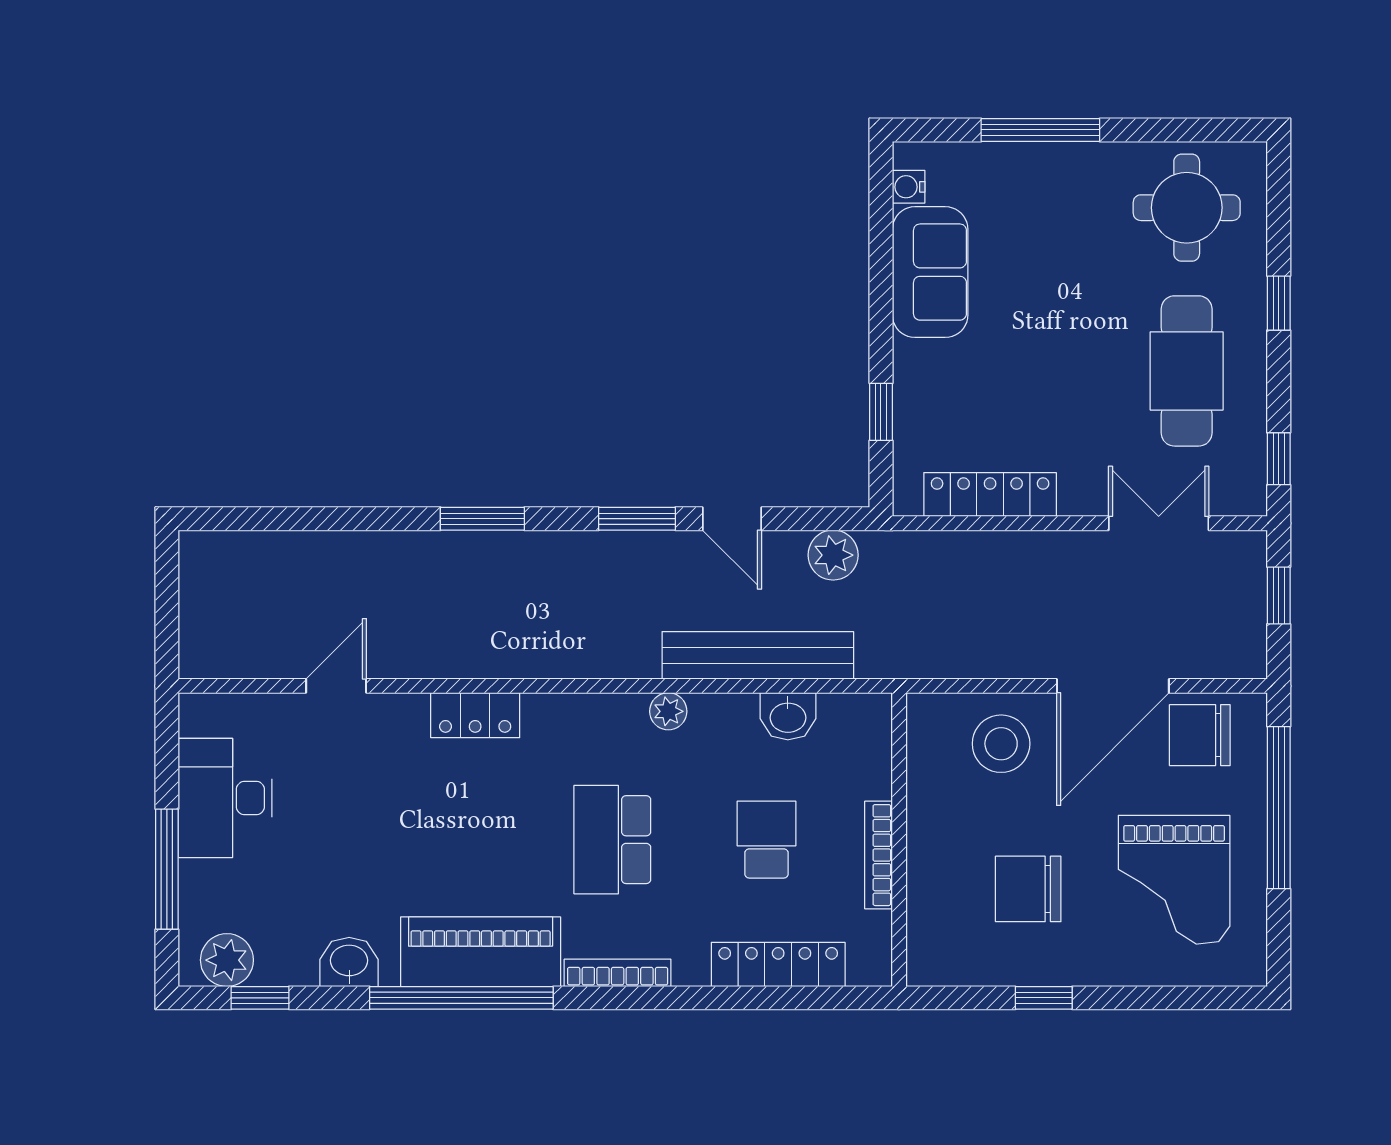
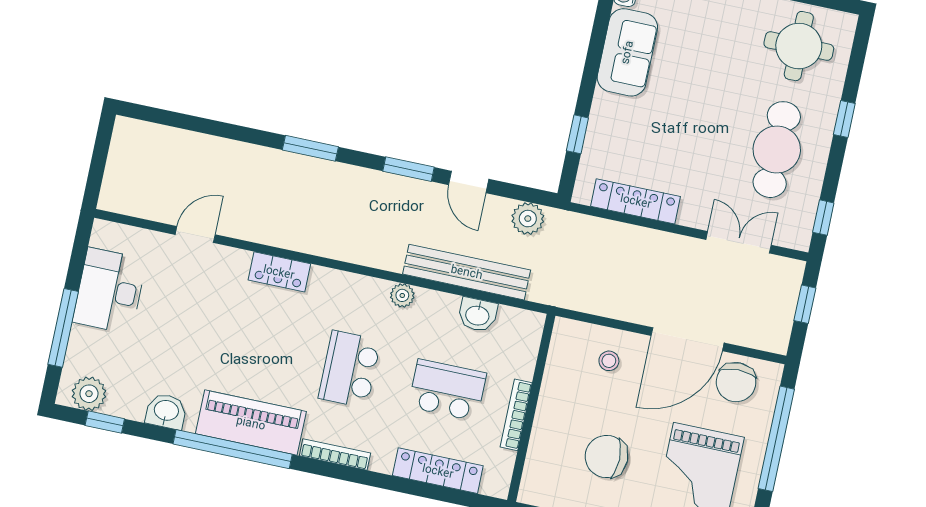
chair: (1200, 735) -> (736, 382), turned -90
stool: (1001, 744) -> (609, 361), width x0.53, depth x0.53
school desk: (767, 840) -> (447, 390), width x1.85

